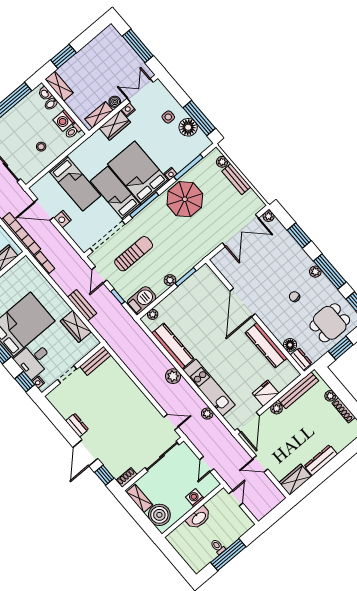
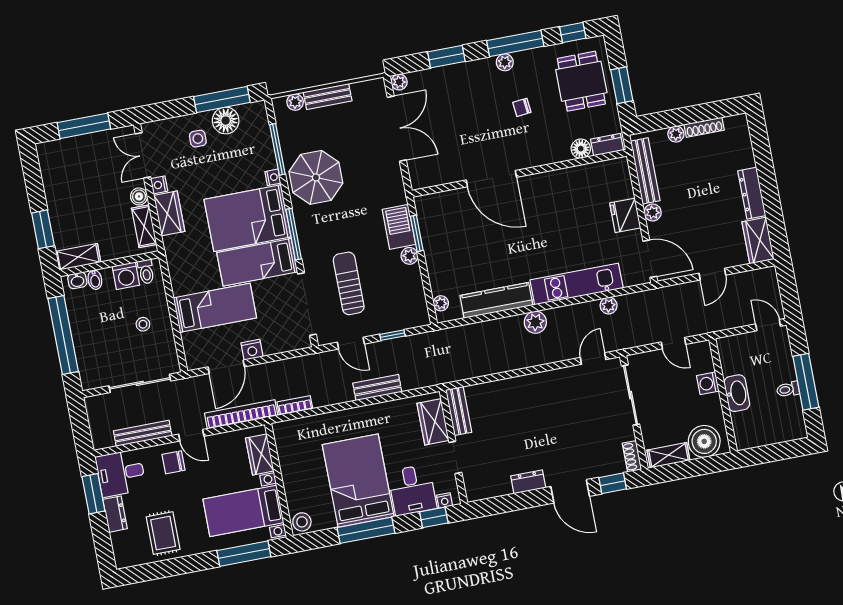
barbecue: (141, 300) -> (399, 227), moved
wardrobe: (76, 326) -> (433, 422), moved, turned 90
kitchen counter: (266, 345) -> (564, 180), removed
door: (236, 498) -> (768, 325), moved

